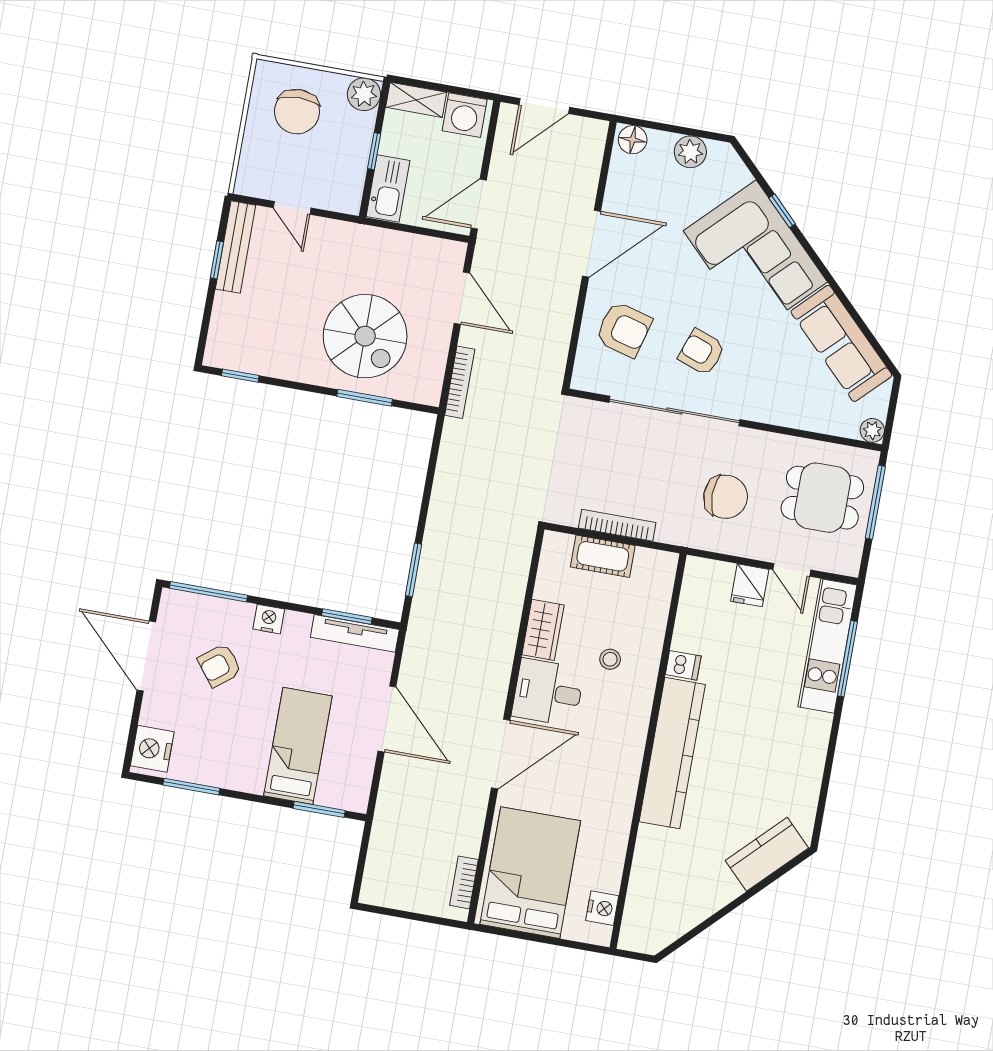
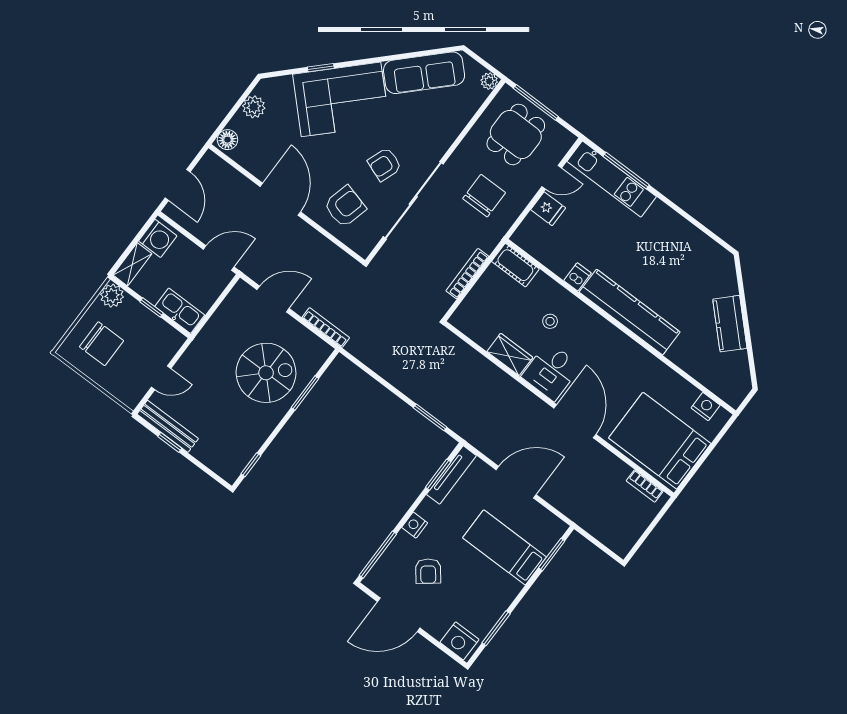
door: (479, 204) -> (219, 258), swing flipped
cot: (603, 556) -> (515, 265), moved, turned 90
kitchen counter: (767, 854) -> (730, 324), moved

